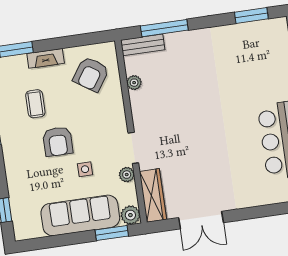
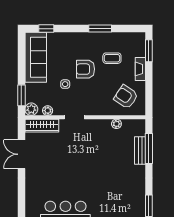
bench: (143, 45) -> (140, 151), moved
plant: (127, 175) -> (48, 111), moved
sofa: (80, 215) -> (36, 57), moved

